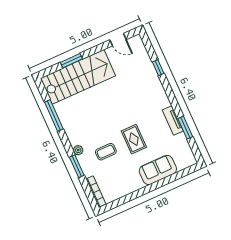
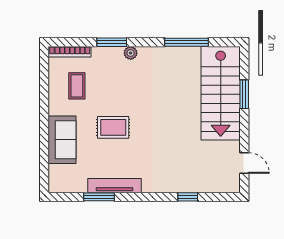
door: (118, 40) -> (244, 163), swing flipped
tv unit: (173, 120) -> (115, 186), width x1.41
coffee table: (106, 152) -> (77, 86), moved

